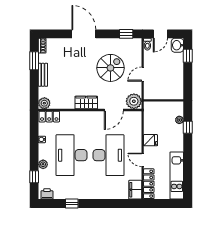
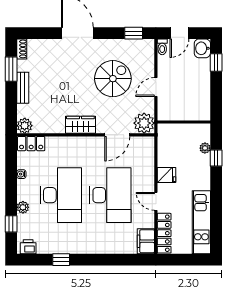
desk: (72, 155) -> (61, 195), turned 180

